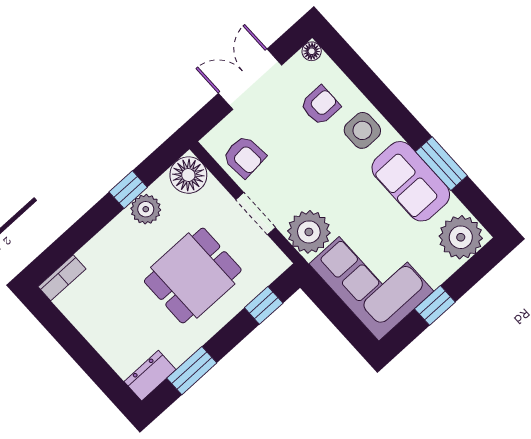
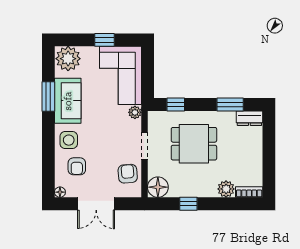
armchair: (320, 105) -> (77, 166), turned -90
plant: (146, 209) -> (226, 189), moved
plant: (309, 232) -> (135, 112), width x0.53, depth x0.53

